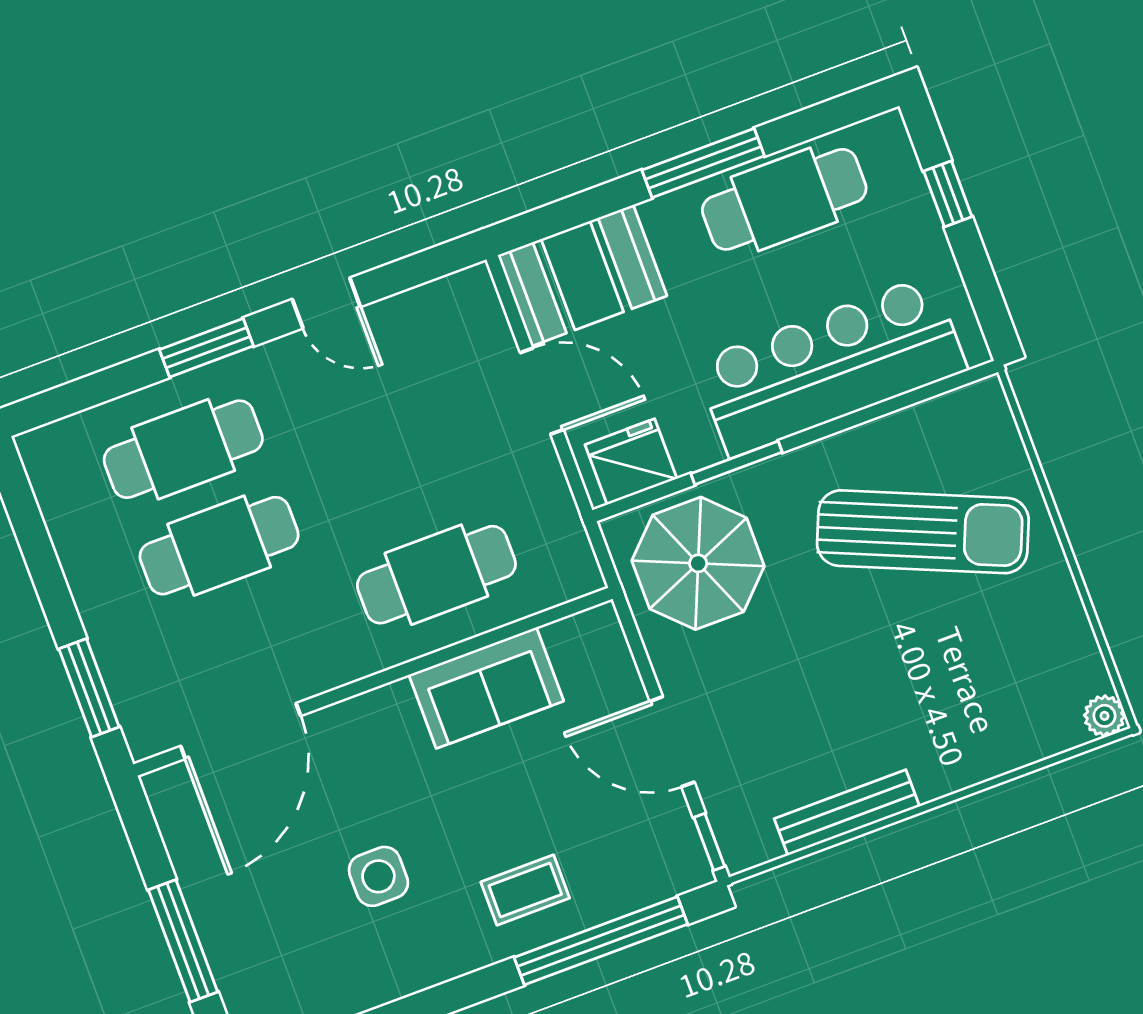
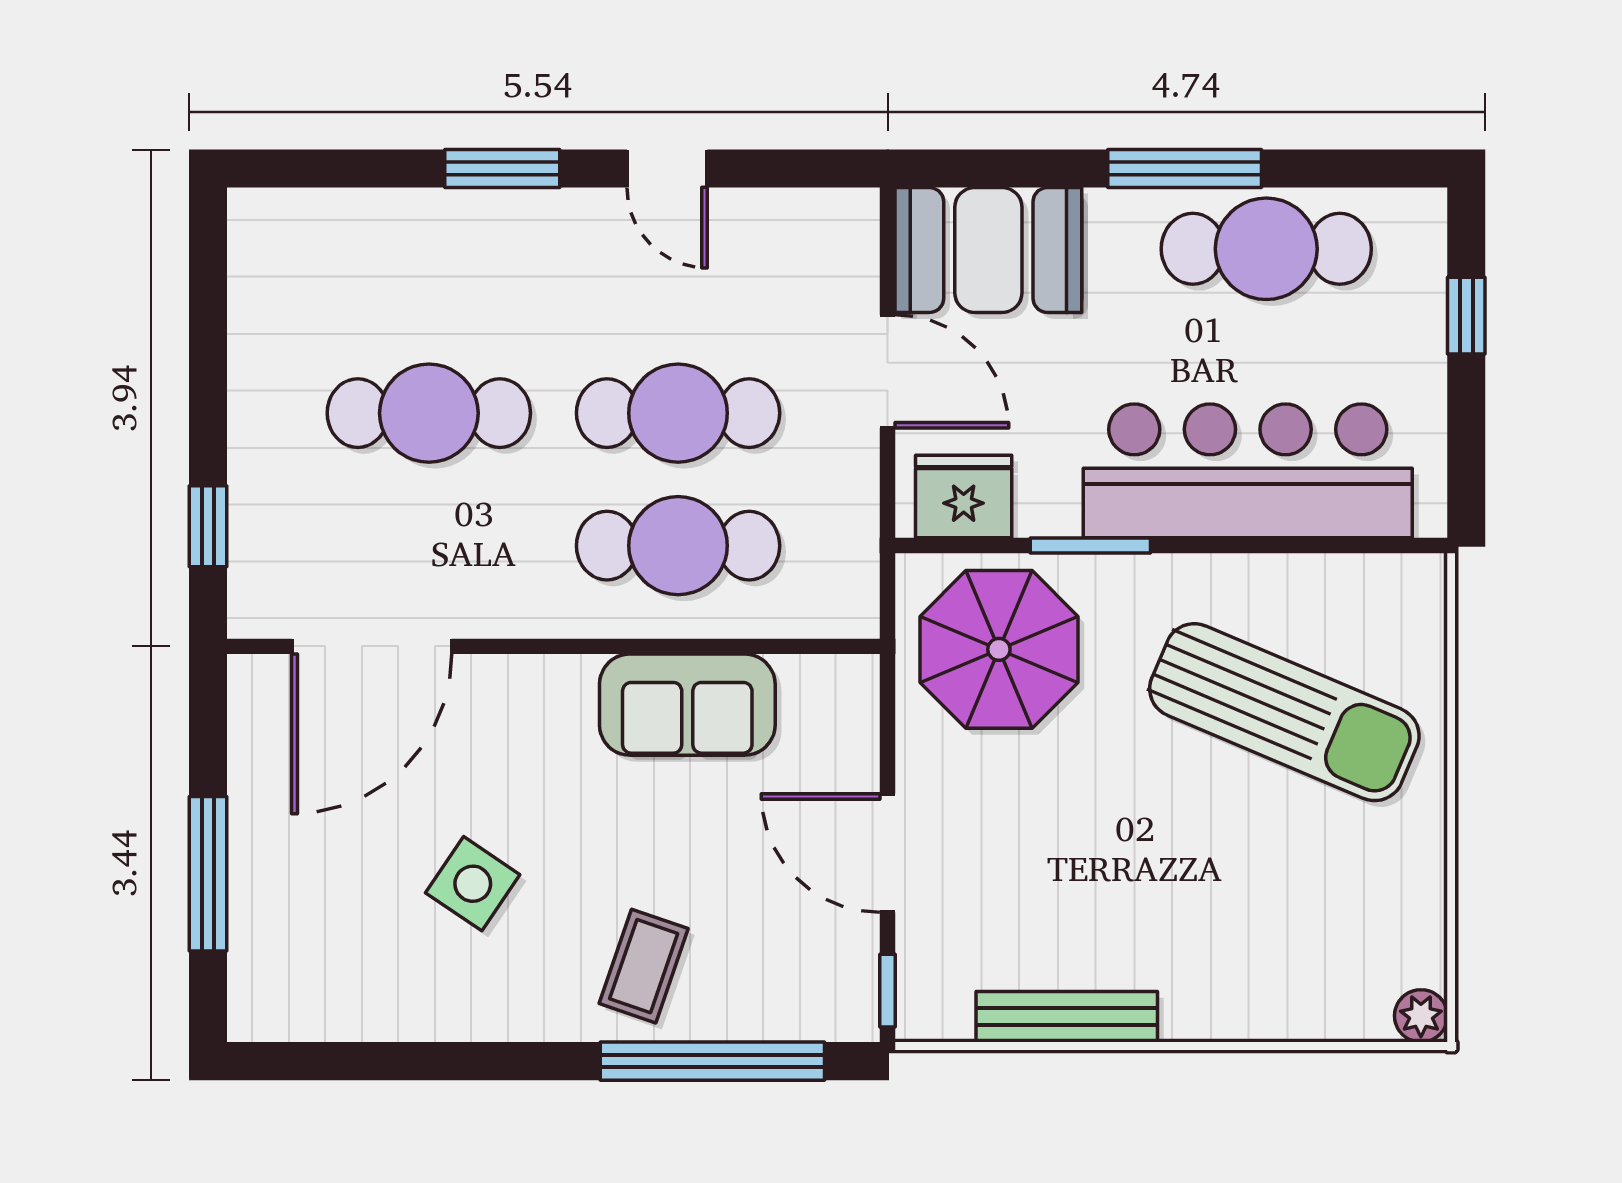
cafe table: (183, 449) -> (678, 413), moved
window: (89, 688) -> (208, 526), width x0.67
side table: (378, 876) -> (473, 884), turned 34
coffee table: (525, 890) -> (644, 966), turned -71

